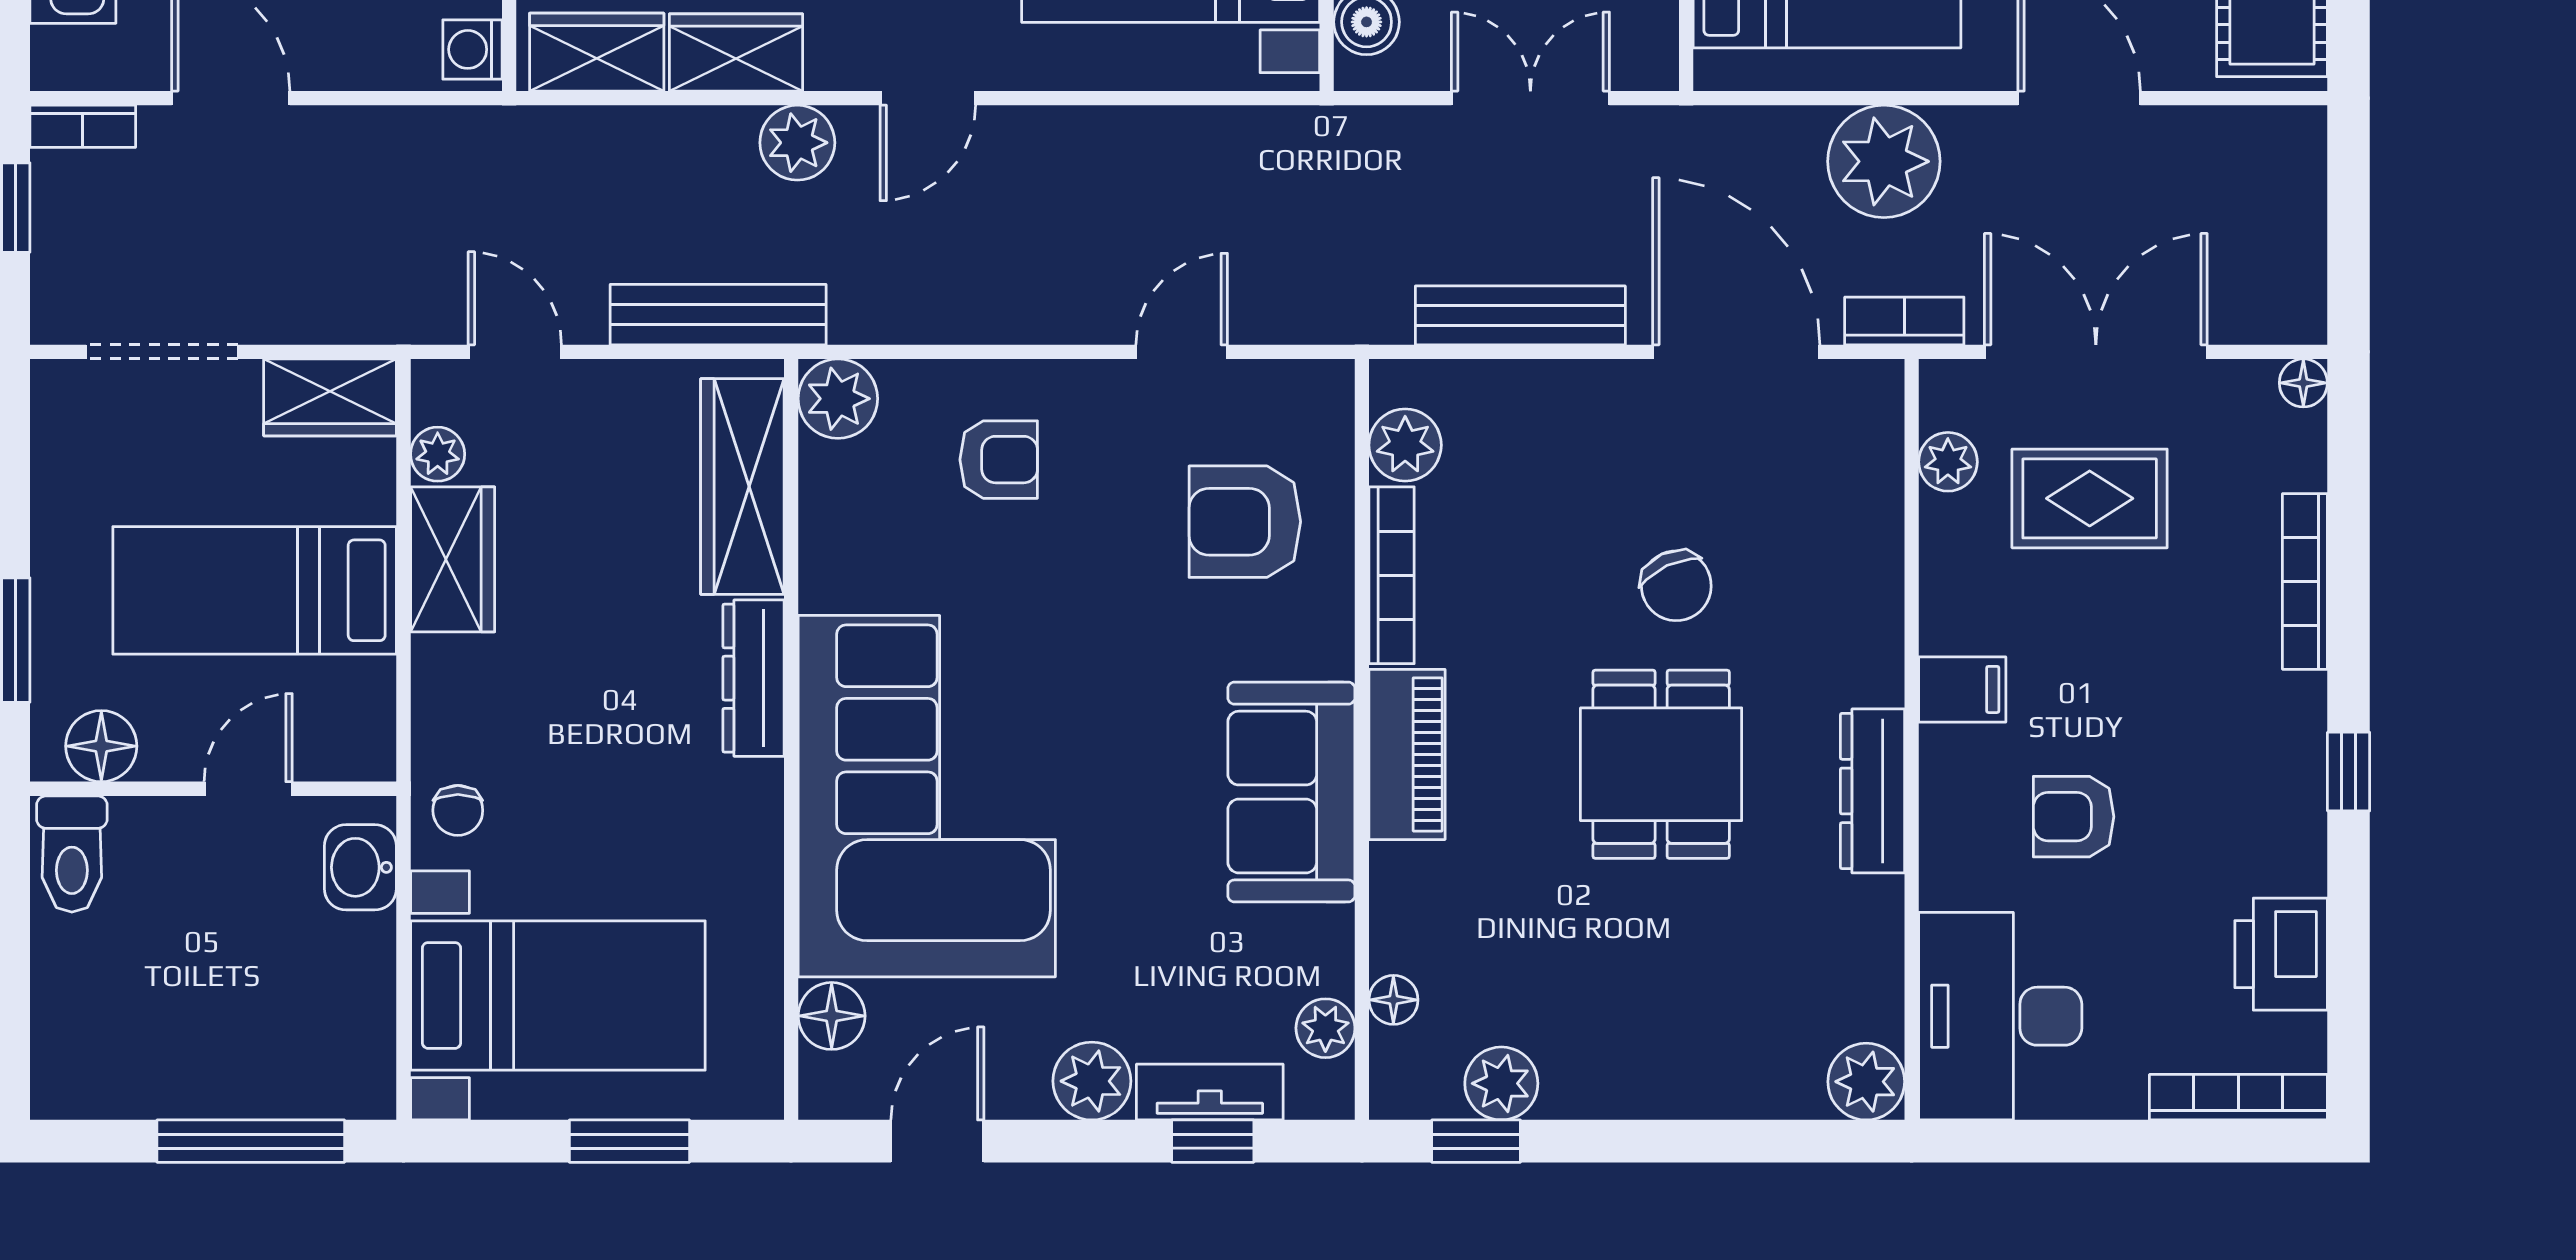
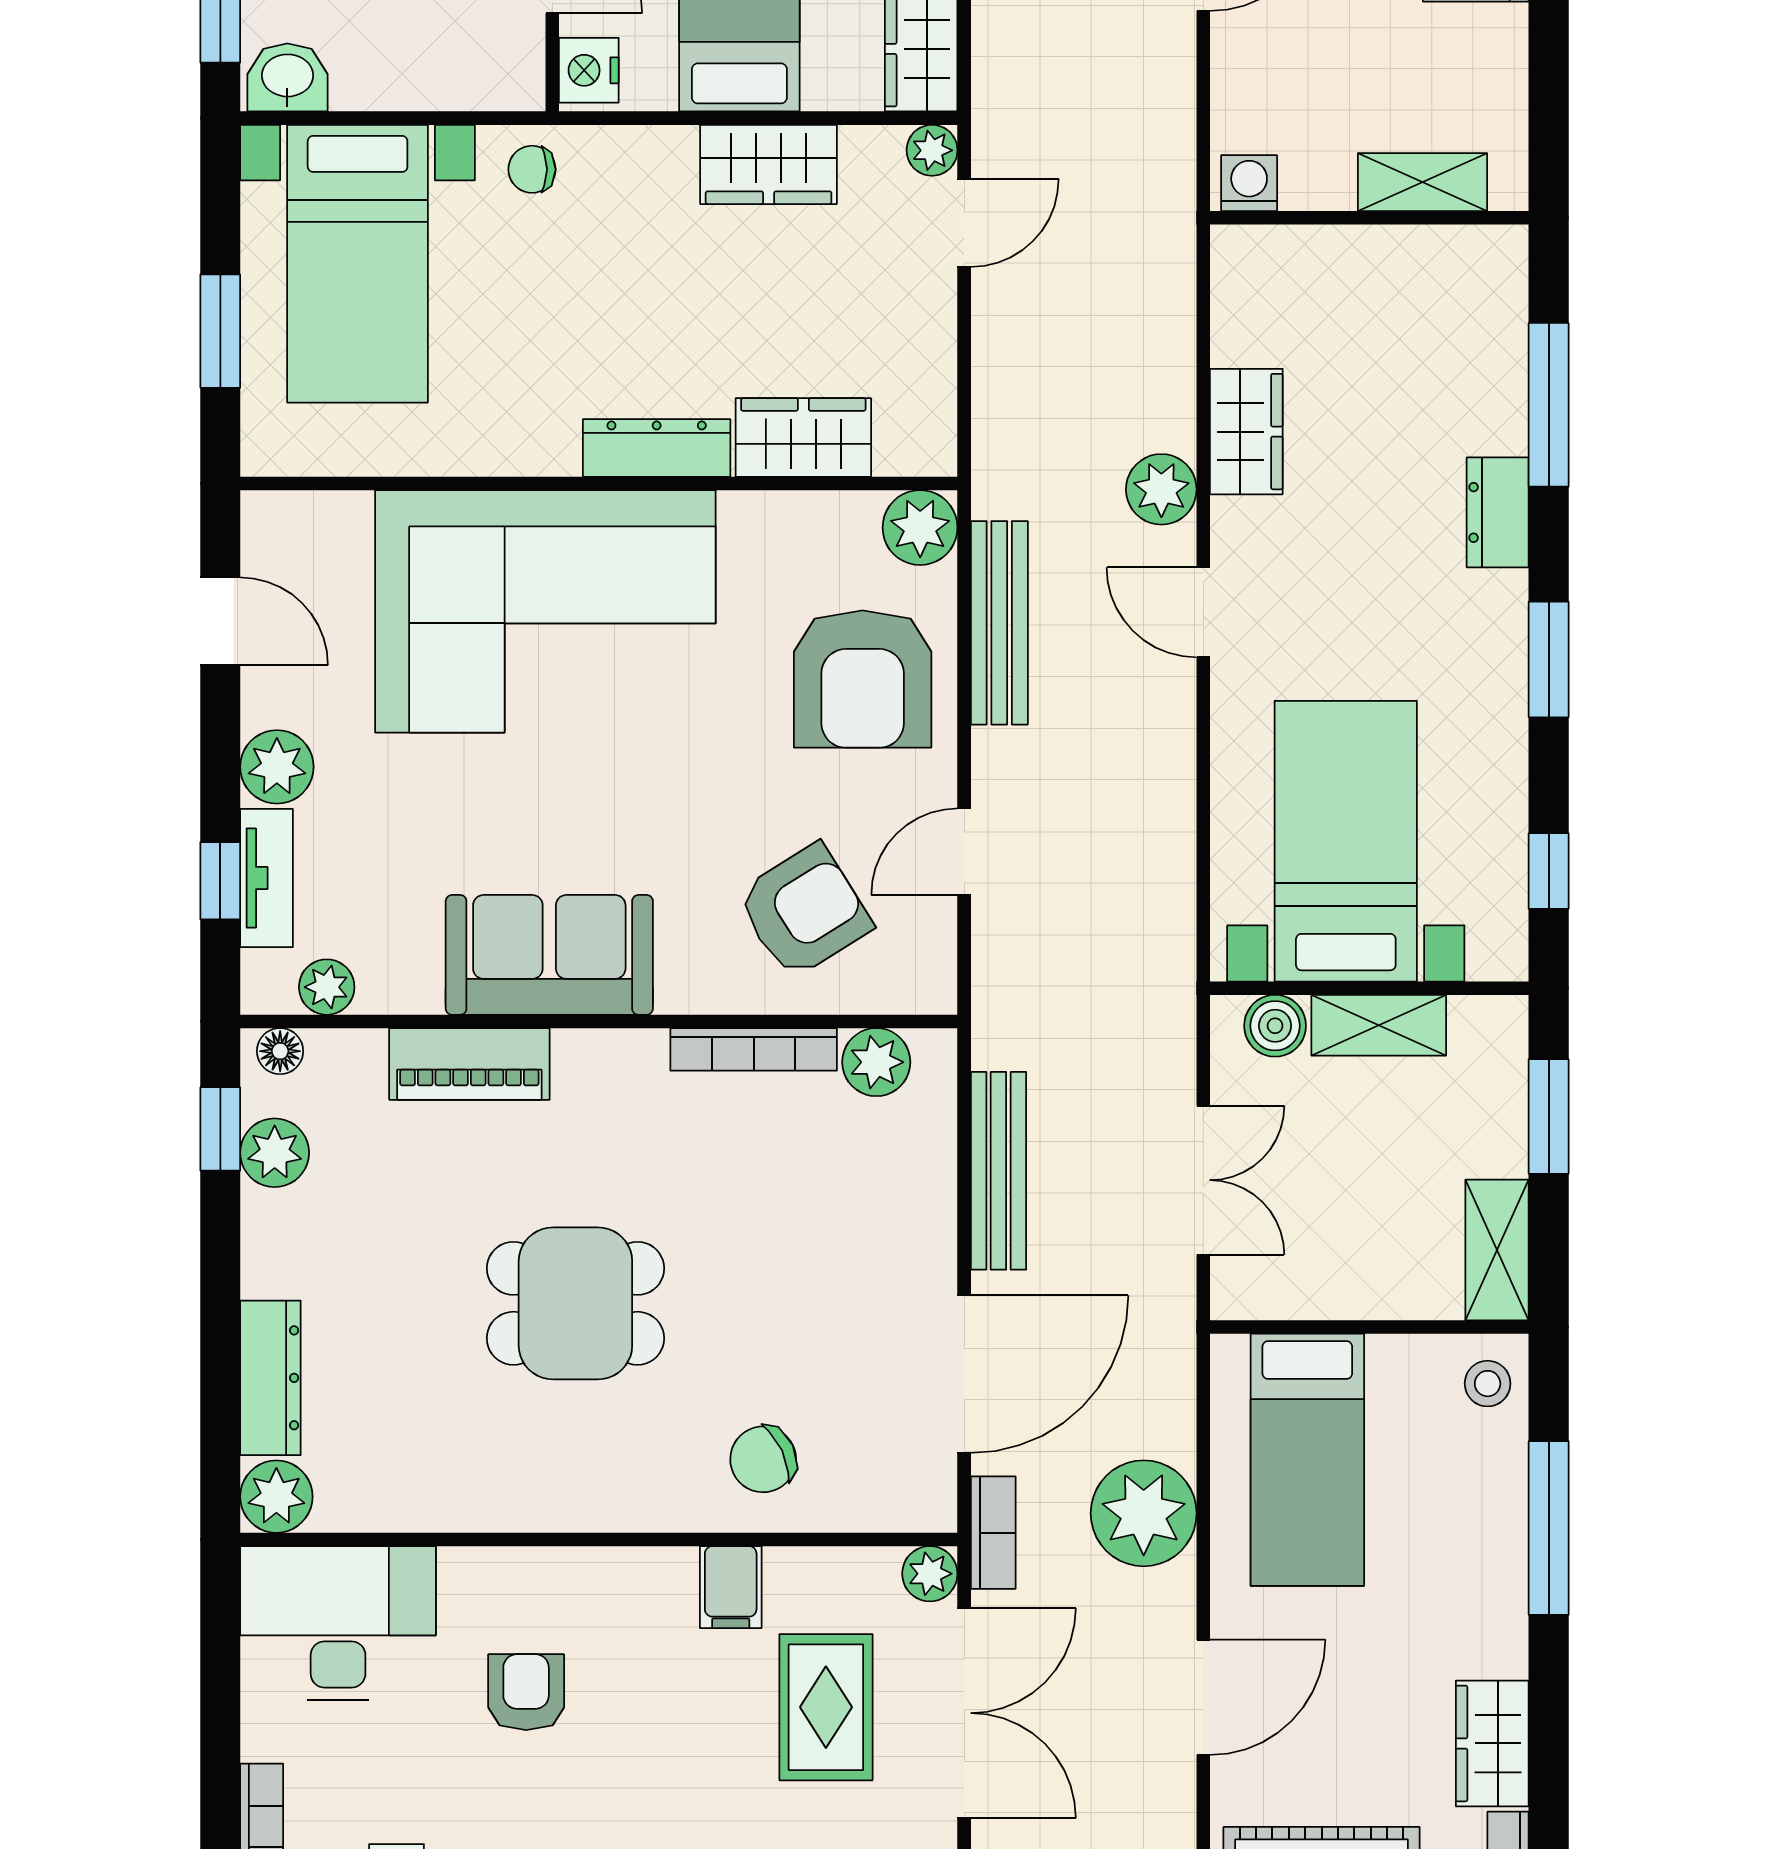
wardrobe: (597, 52) -> (1247, 300), removed
bench: (718, 315) -> (999, 623), moved
door: (1182, 352) -> (964, 852), swing flipped
plant: (438, 454) -> (932, 150), moved
armchair: (999, 460) -> (863, 679), width x1.88, depth x1.88
plant: (1948, 462) -> (930, 1574), moved
wardrobe: (742, 487) -> (803, 437), width x0.67
armchair: (1245, 522) -> (804, 911), turned 58
chair: (1676, 586) -> (763, 1459), moved
filing cabinet: (1962, 689) -> (731, 1587), moved
nightstand: (353, 750) -> (589, 70), added
piano: (1407, 754) -> (469, 1064), moved
dresser: (1872, 791) -> (270, 1378), moved, turned 90
washbasin: (360, 867) -> (287, 77), moved
floor lamp: (1393, 1000) -> (280, 1051), moved
floor lamp: (832, 1016) -> (338, 522), removed

